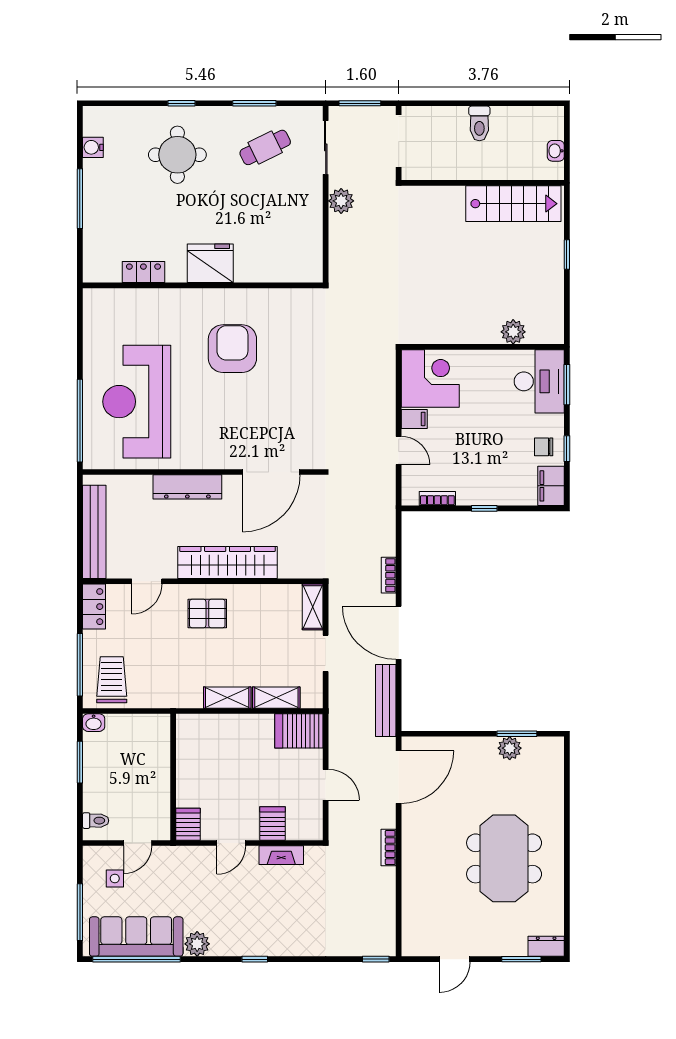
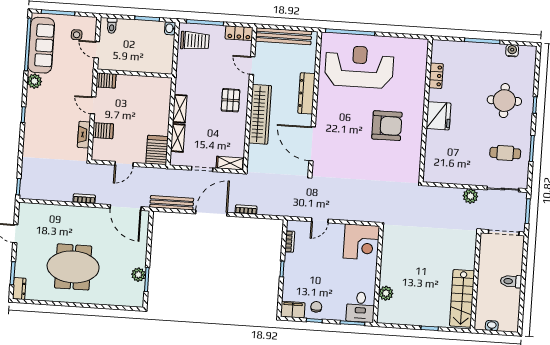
cafe table: (265, 147) -> (505, 153), turned -64
desk: (539, 381) -> (361, 307), width x0.73
filing cabinet: (414, 419) -> (338, 231), removed

